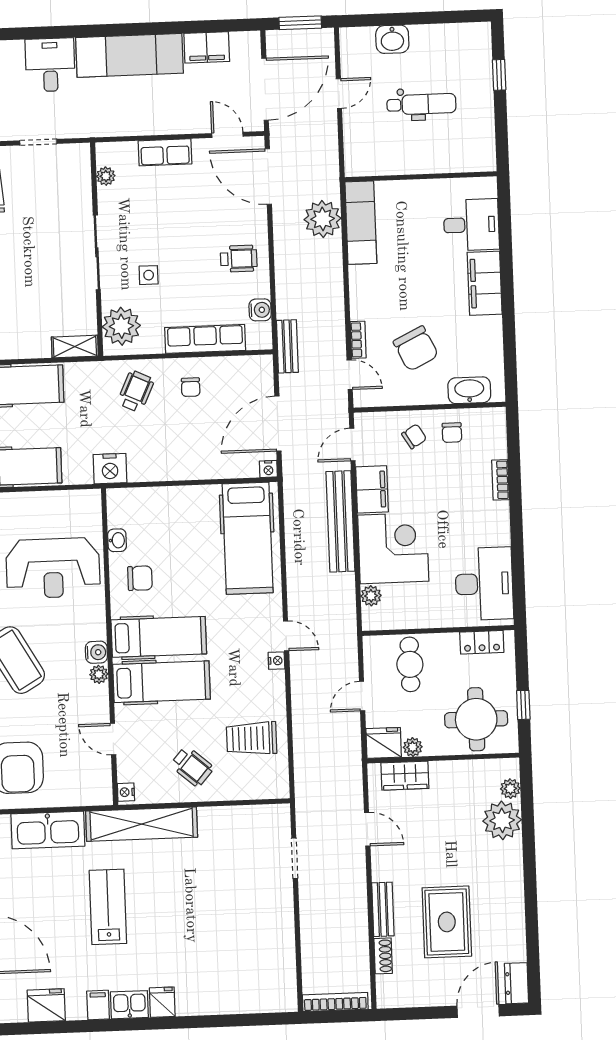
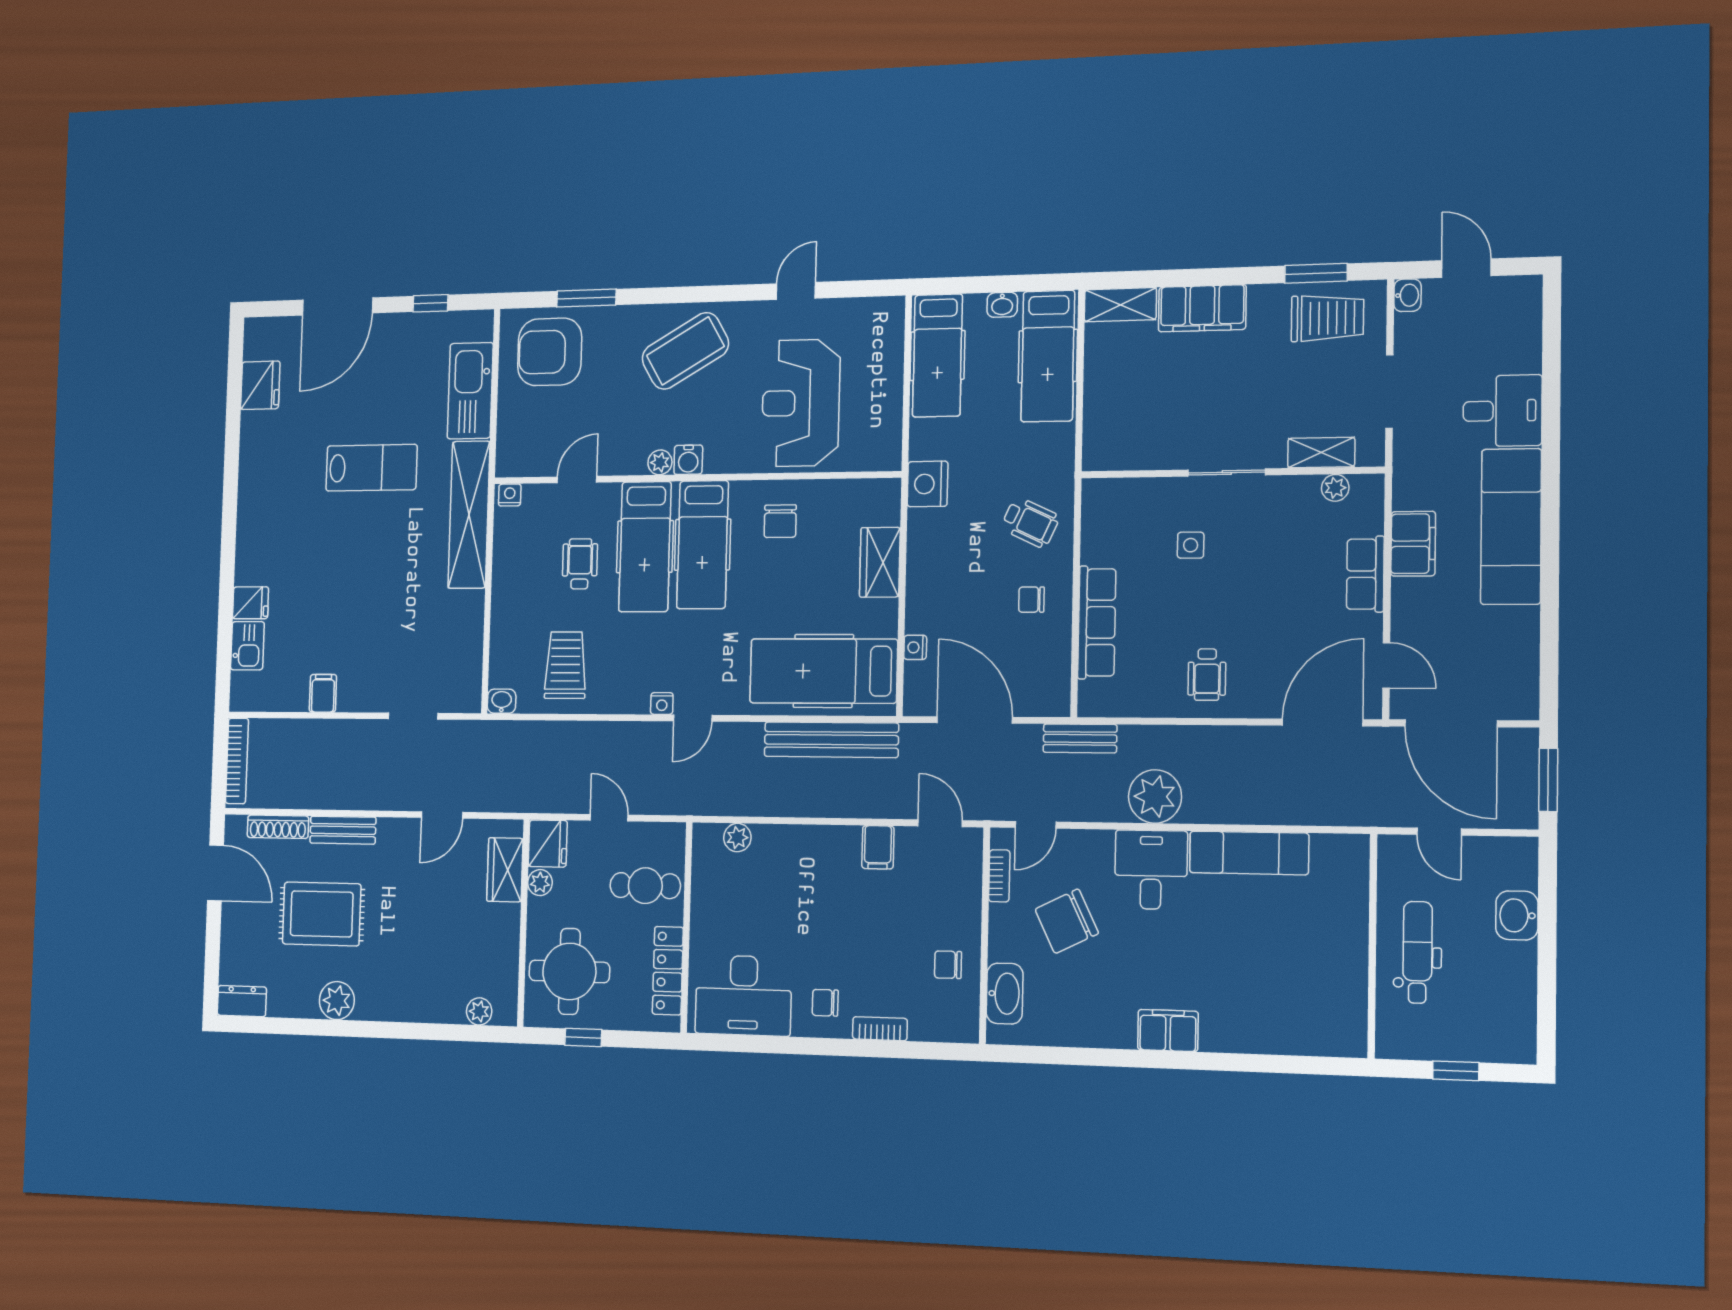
filing cabinet: (207, 47) -> (1413, 544), moved, turned 180
dental chair: (421, 104) -> (1418, 952), turned 180
door: (227, 135) -> (1386, 665), hinge flipped
doorway: (38, 142) -> (1389, 392), width x1.38
wall: (421, 177) -> (1372, 946), moved
plant: (323, 219) -> (1155, 796), moved
desk: (471, 225) -> (1151, 870), moved, turned 180
sliding door: (97, 252) -> (1227, 472), width x0.73
filing cabinet: (485, 283) -> (1168, 1030), width x0.67, depth x0.86
water cooler: (260, 310) -> (1133, 702), removed
plant: (121, 326) -> (1121, 505), removed
bookcase: (358, 340) -> (999, 876), moved, turned -90
shelving: (75, 347) -> (1321, 453), moved, turned 90
chair: (414, 436) -> (825, 1003), moved, turned 121
nightstand: (268, 469) -> (915, 647), moved
filing cabinet: (372, 489) -> (878, 847), width x0.50
wardrobe: (168, 501) -> (880, 562), added
bench: (340, 521) -> (831, 740), moved
washbasin: (117, 540) -> (502, 701), moved, turned 180
corner desk: (393, 548) -> (798, 872), removed
locker: (482, 642) -> (668, 971), width x1.53
wheelchair: (192, 766) -> (580, 564), moved, turned 139
plant: (502, 820) -> (337, 1001), moved, width x0.73, depth x0.73
shoe rack: (383, 956) -> (278, 827), width x1.43
fridge: (162, 1002) -> (251, 603), moved
filing cabinet: (98, 1005) -> (323, 693), moved, turned -90
kitchen sink: (129, 1005) -> (247, 646), moved
door: (478, 1011) -> (215, 873), moved

